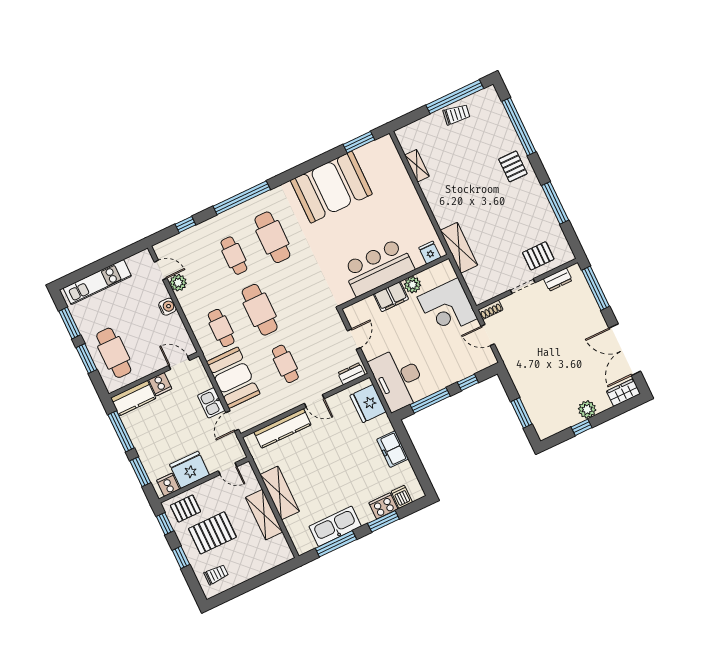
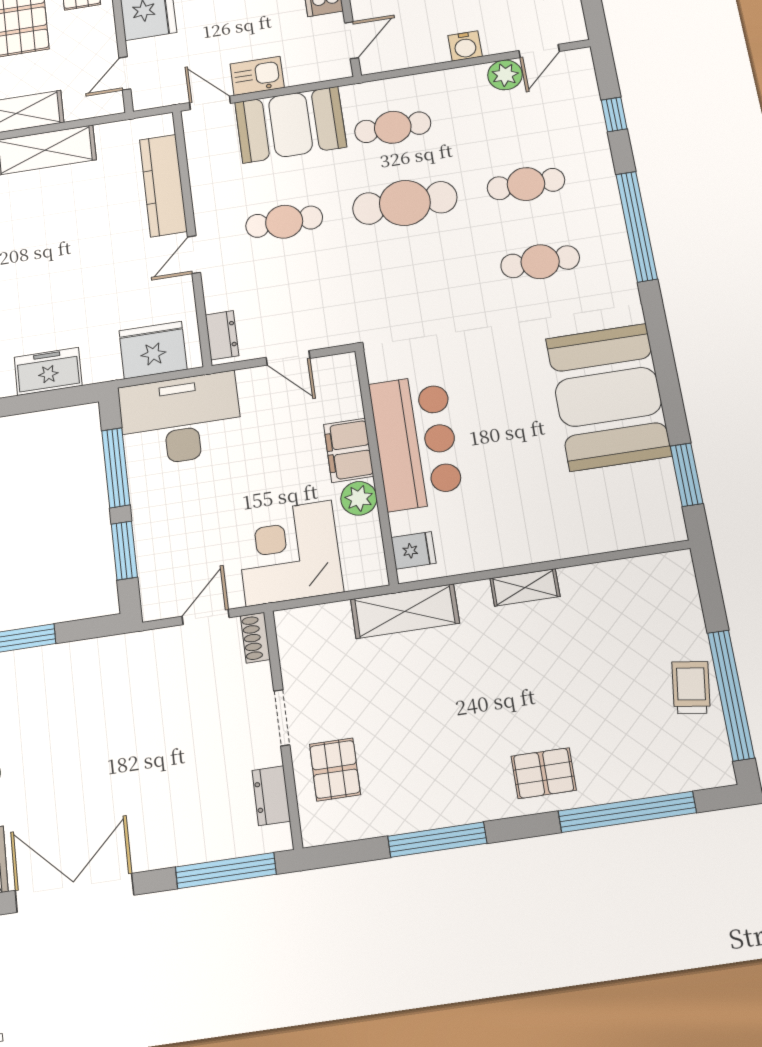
trolley: (456, 114) -> (691, 688), turned 180
shelving: (417, 166) -> (525, 587), moved
cafe table: (272, 237) -> (540, 262), width x0.73, depth x0.74
window: (468, 382) -> (124, 550), width x1.50

